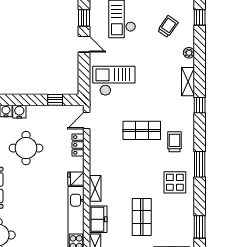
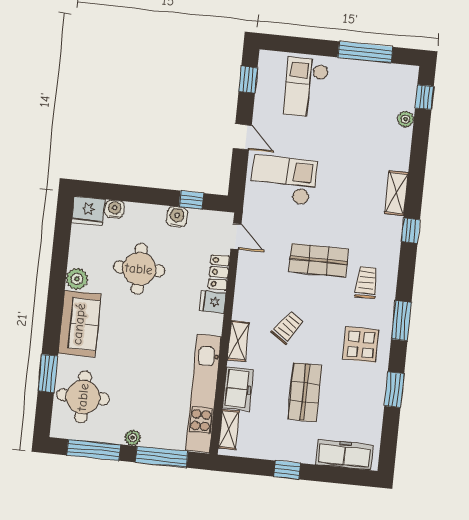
trolley: (168, 27) -> (287, 328), moved
door: (84, 44) -> (242, 137), moved
plant: (189, 53) -> (406, 119), moved
water cooler: (19, 112) -> (177, 217), moved
door: (87, 120) -> (236, 236), swing flipped
fridge: (76, 179) -> (213, 302), moved
window: (200, 227) -> (394, 390), moved

